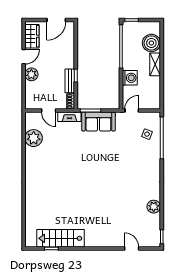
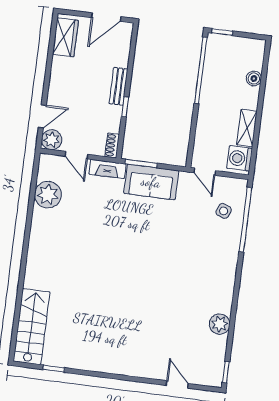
boiler: (151, 43) -> (254, 78), width x0.54, depth x0.54
door: (24, 57) -> (42, 116), moved
shelving: (155, 64) -> (247, 128), moved
plant: (31, 74) -> (52, 140), moved
washing machine: (130, 78) -> (239, 158), moved, turned 180
bench: (70, 81) -> (118, 86), moved
door: (132, 111) -> (205, 172), swing flipped
stairs: (60, 238) -> (32, 327), moved, turned 90

